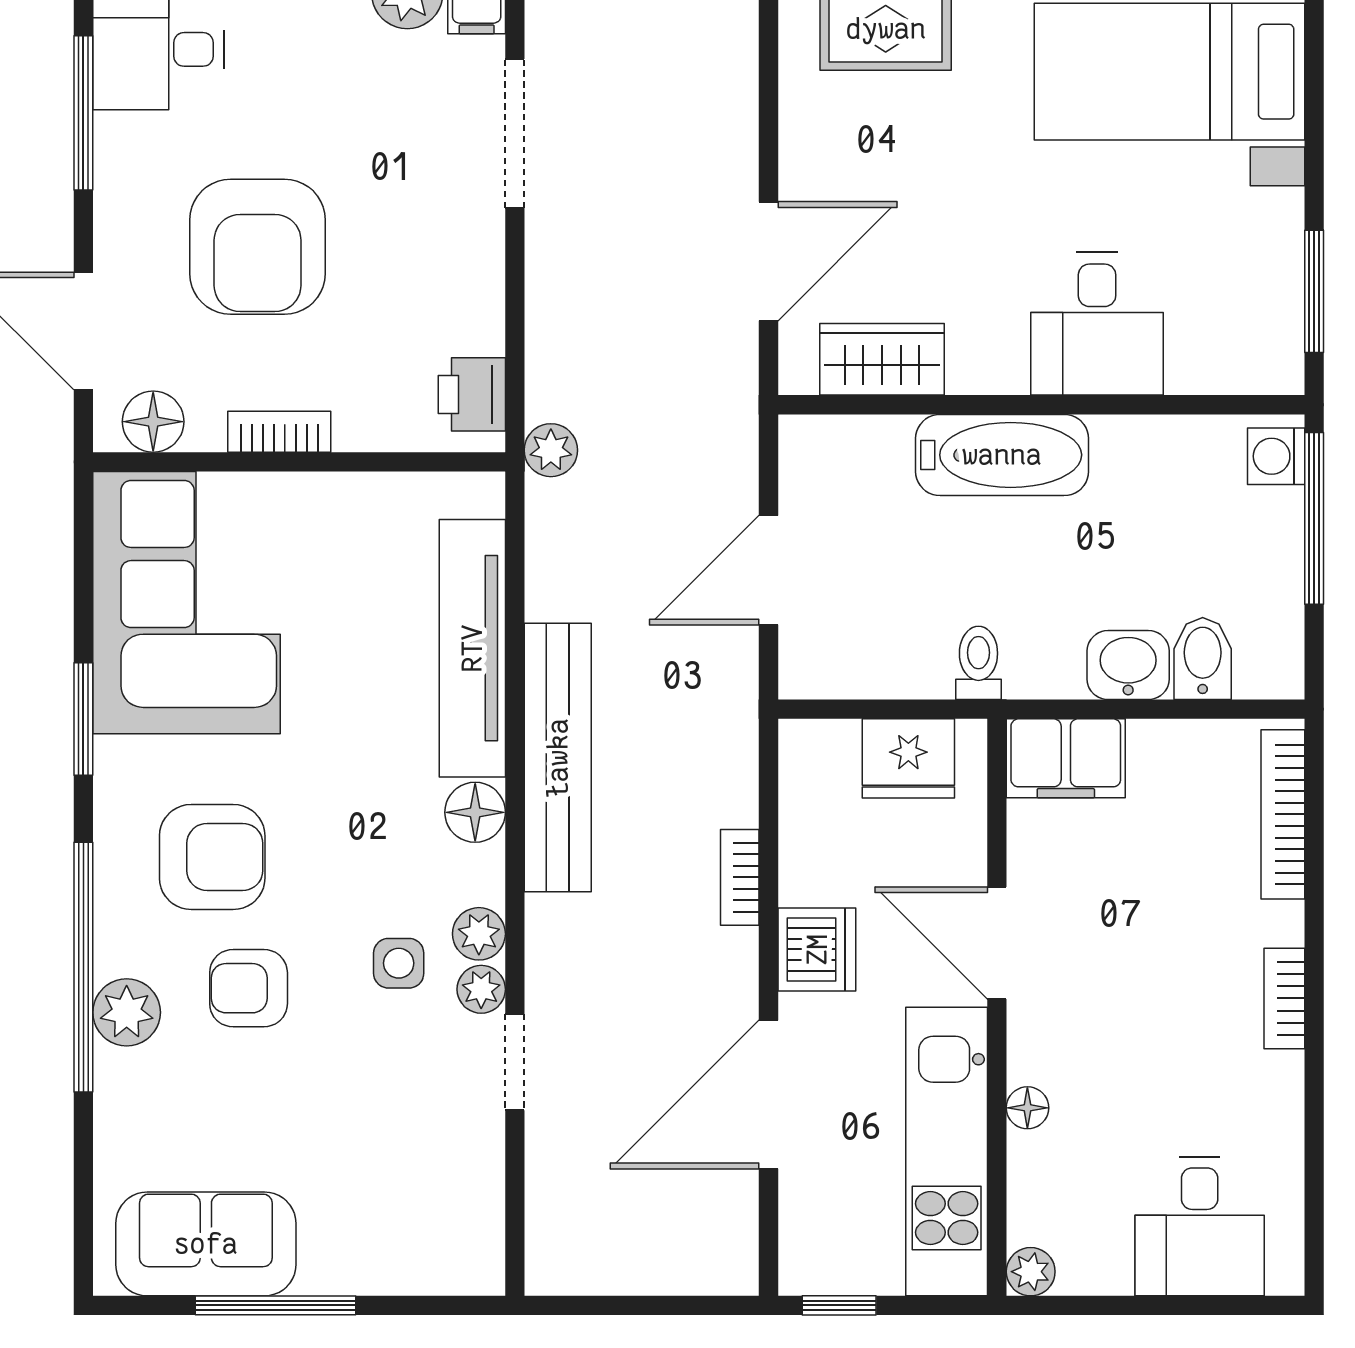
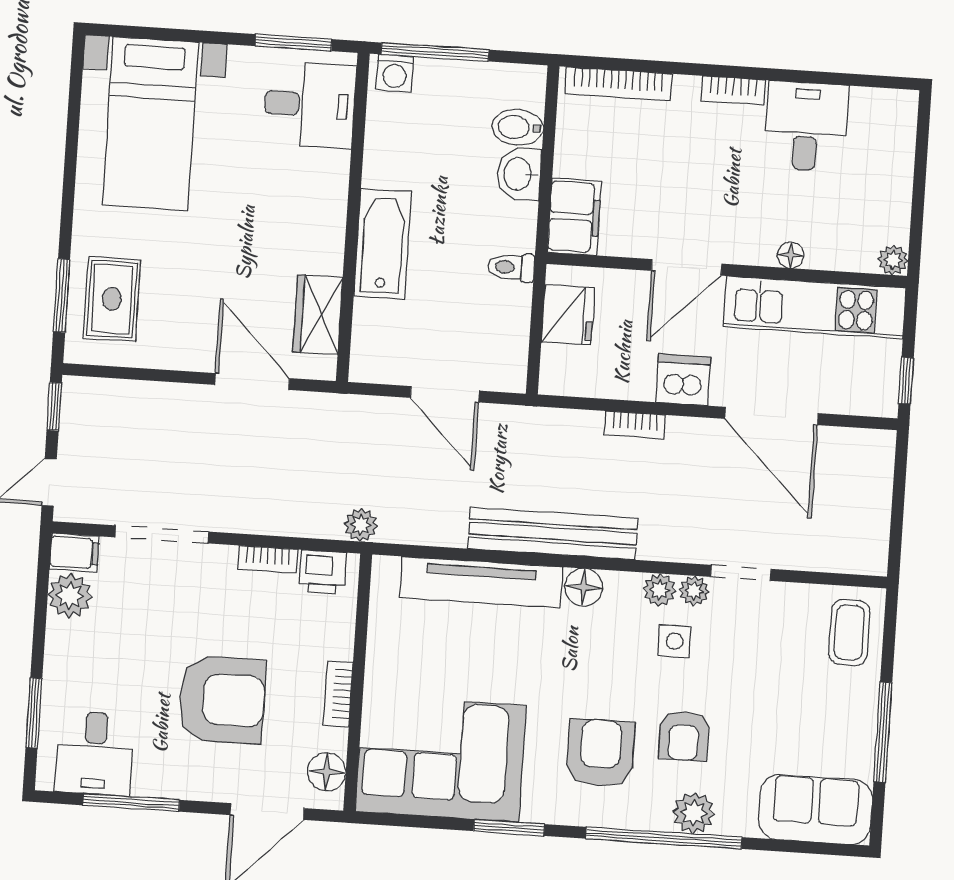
bookcase: (486, 305) -> (268, 559), added
desk: (1097, 324) -> (310, 105), moved
desk: (1200, 1226) -> (806, 126), moved, turned -90
coffee table: (431, 1242) -> (849, 633), added
sofa: (206, 1244) -> (815, 809), moved, turned 90

